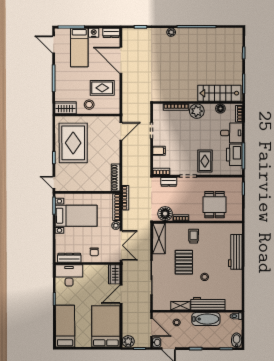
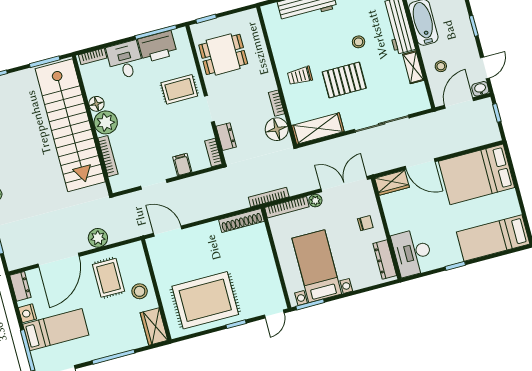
stairs: (219, 93) -> (70, 125), width x1.86, depth x1.51
floor lamp: (220, 109) -> (96, 104), moved
dining table: (214, 205) -> (223, 54), moved
plant: (128, 341) -> (98, 238), moved

